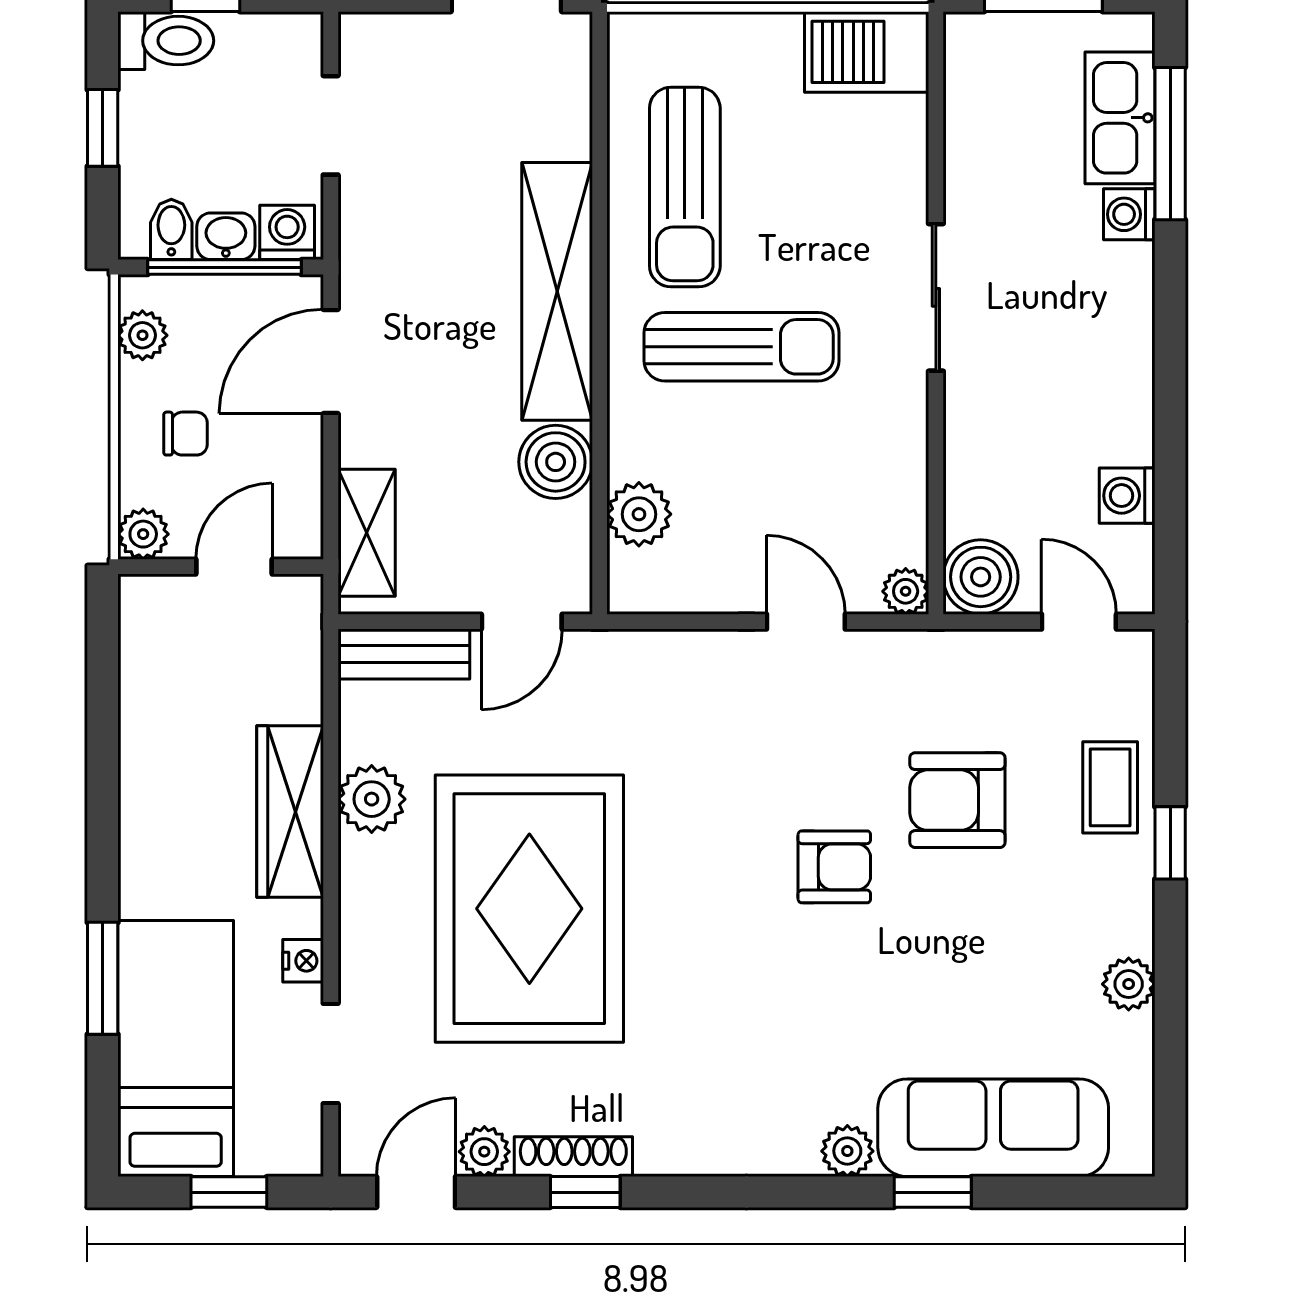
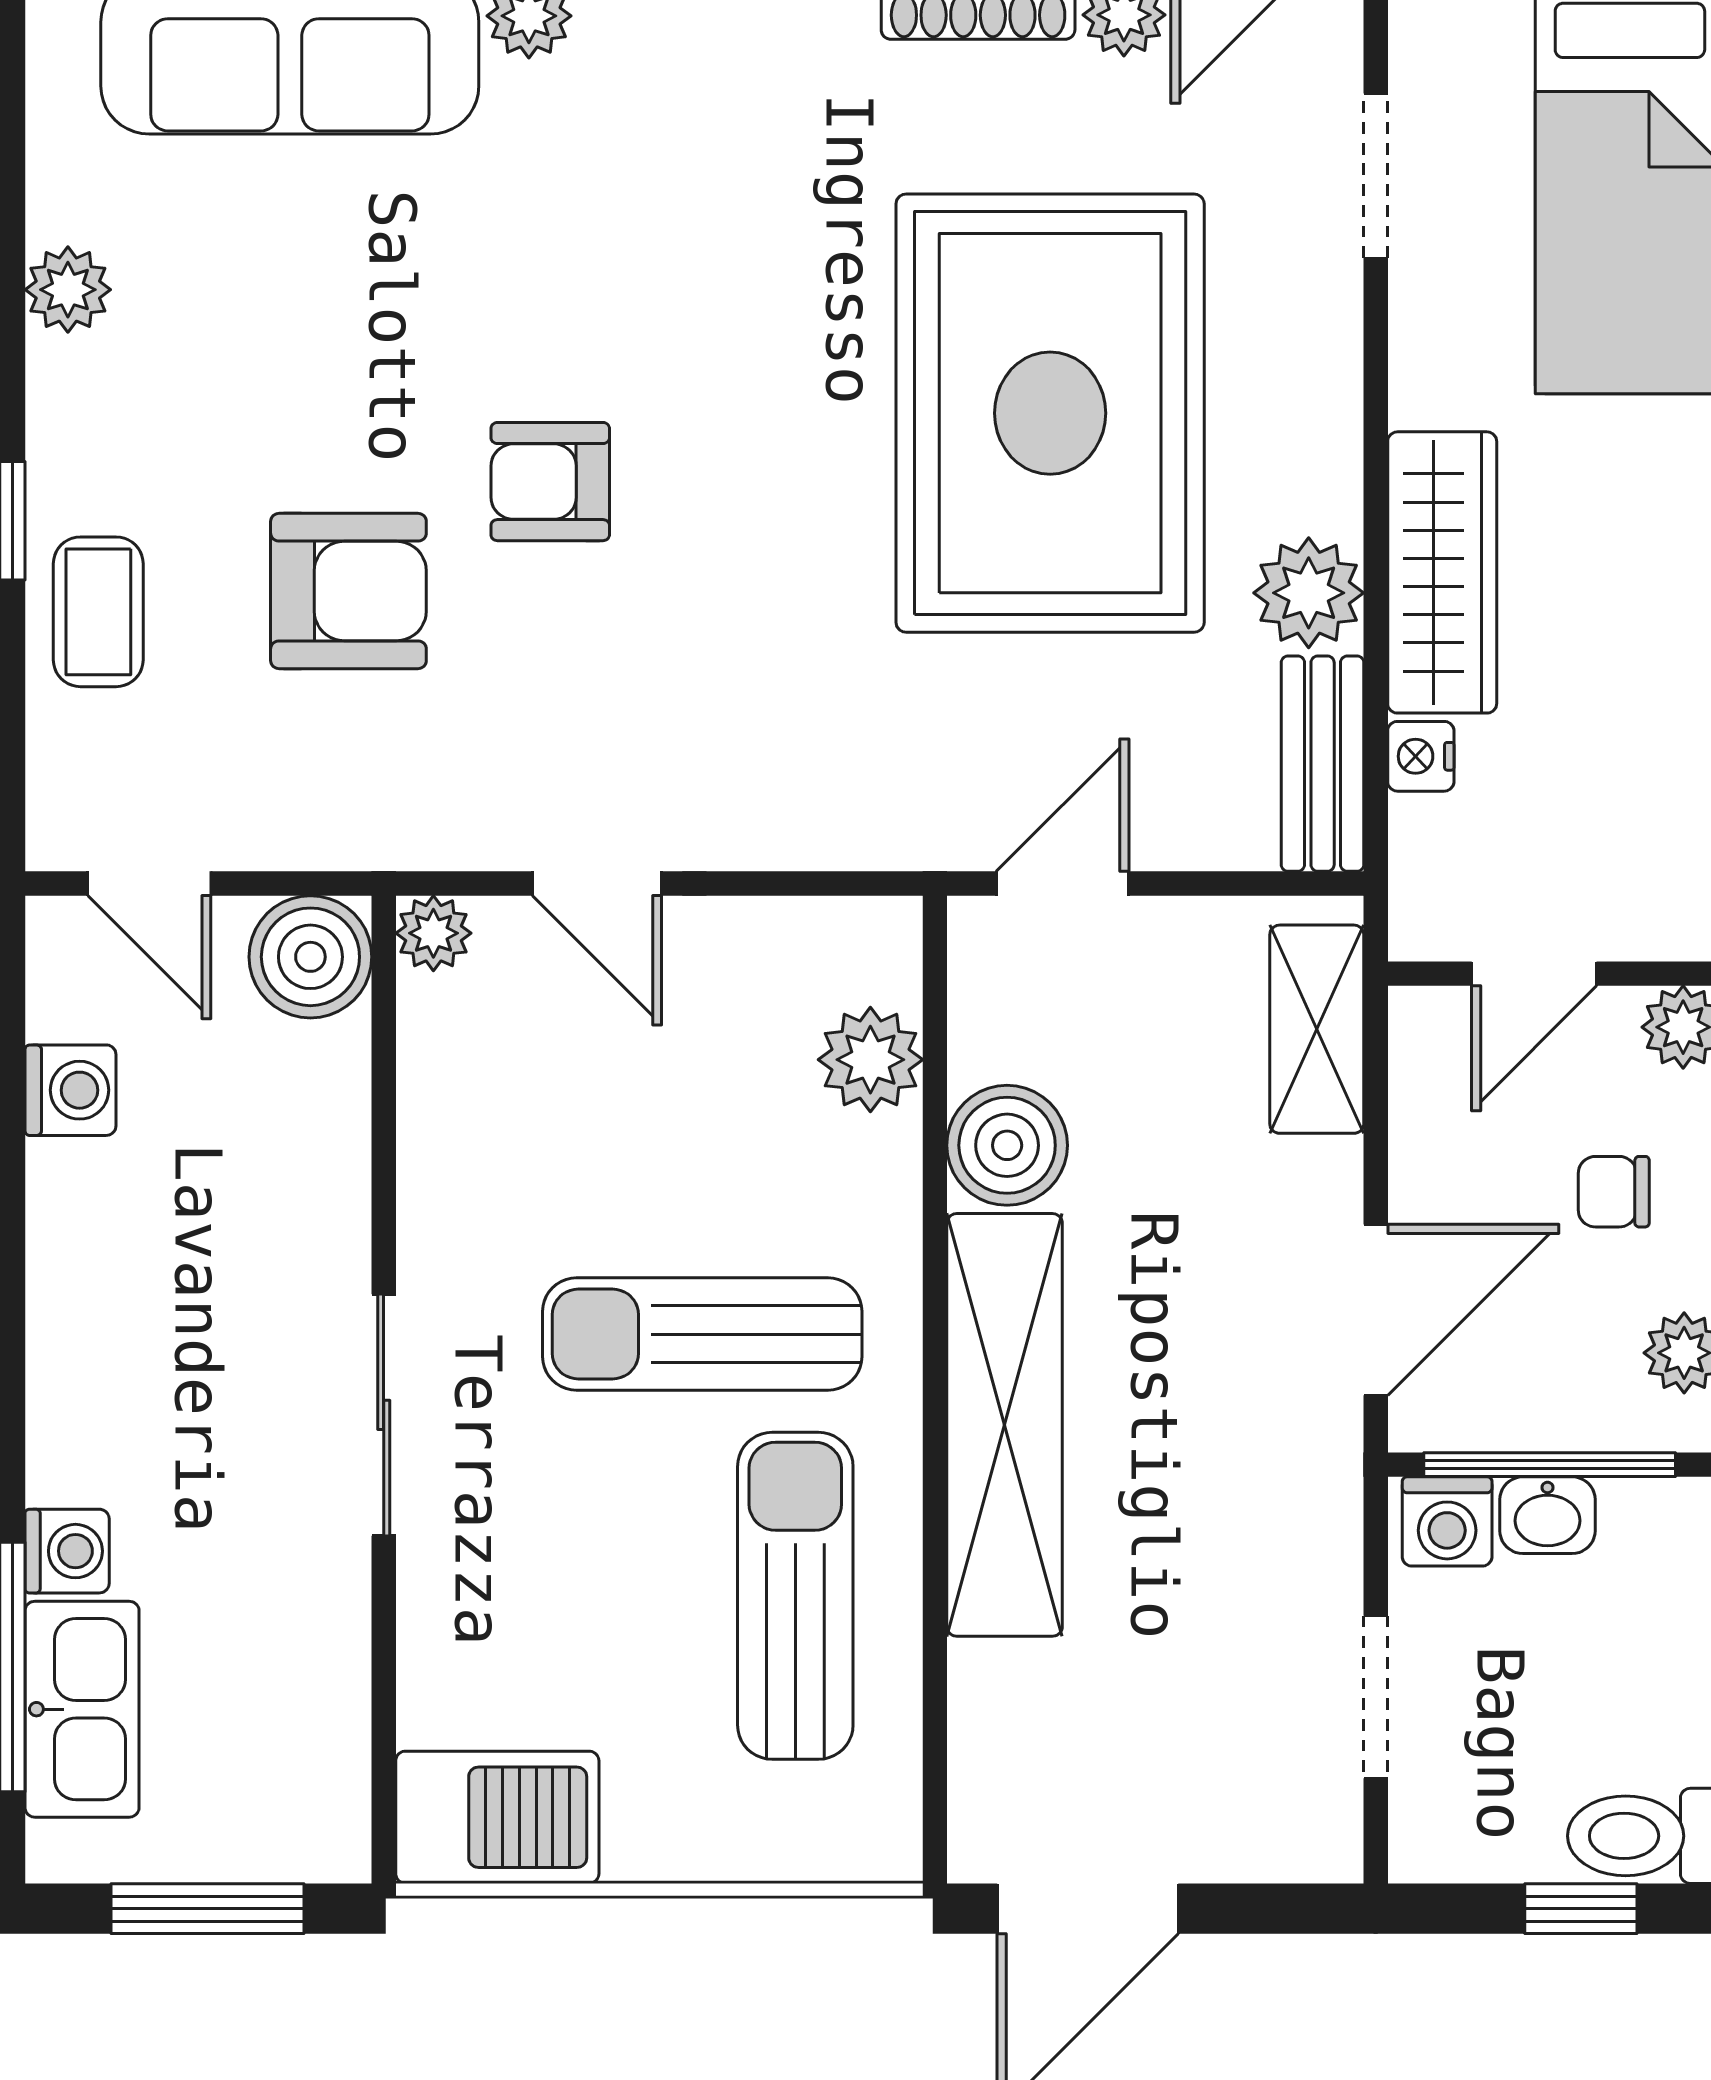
bidet: (171, 229) -> (1637, 1526), removed
bench: (404, 654) -> (1323, 764), moved, turned 90
nightstand: (303, 961) -> (1421, 756), moved

